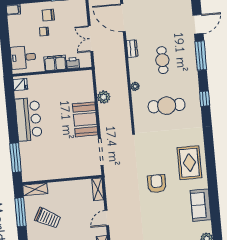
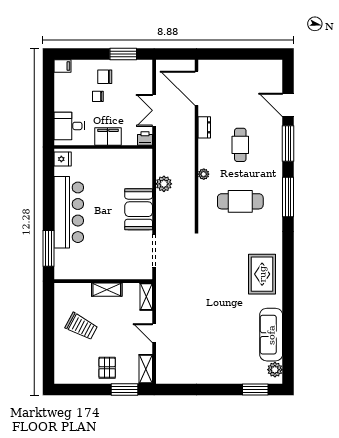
door: (198, 24) -> (288, 105), swing flipped
printer: (73, 63) -> (145, 139), moved
window: (205, 99) -> (288, 197), width x2.17
bar counter: (28, 119) -> (69, 212), width x1.36
armchair: (157, 184) -> (219, 296), removed
shelving: (35, 189) -> (107, 290), moved
sofa: (201, 205) -> (271, 335), width x1.36
window: (20, 212) -> (49, 316), removed
door: (107, 218) -> (154, 333), hinge flipped

